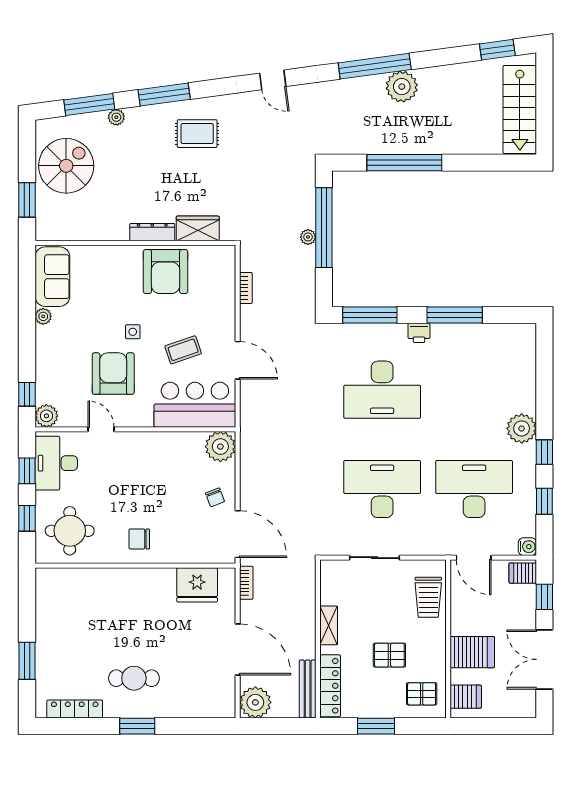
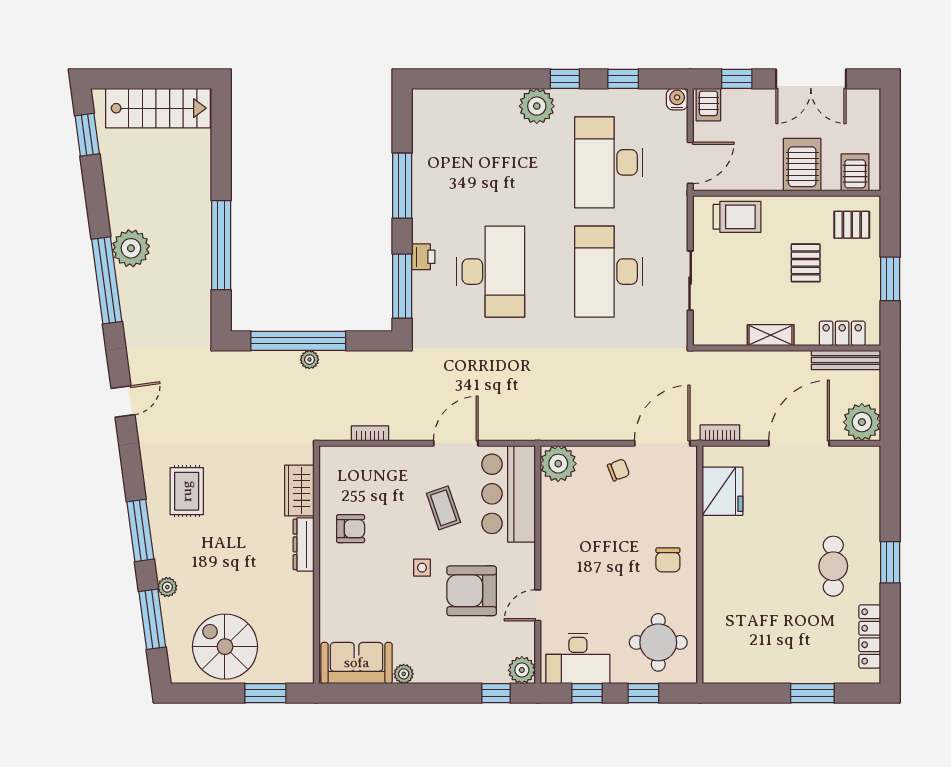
armchair: (166, 272) -> (351, 529), width x0.53, depth x0.53
printer: (419, 333) -> (423, 257), moved
locker: (330, 686) -> (842, 333), width x0.66
pallet: (422, 694) -> (852, 225), turned 90

